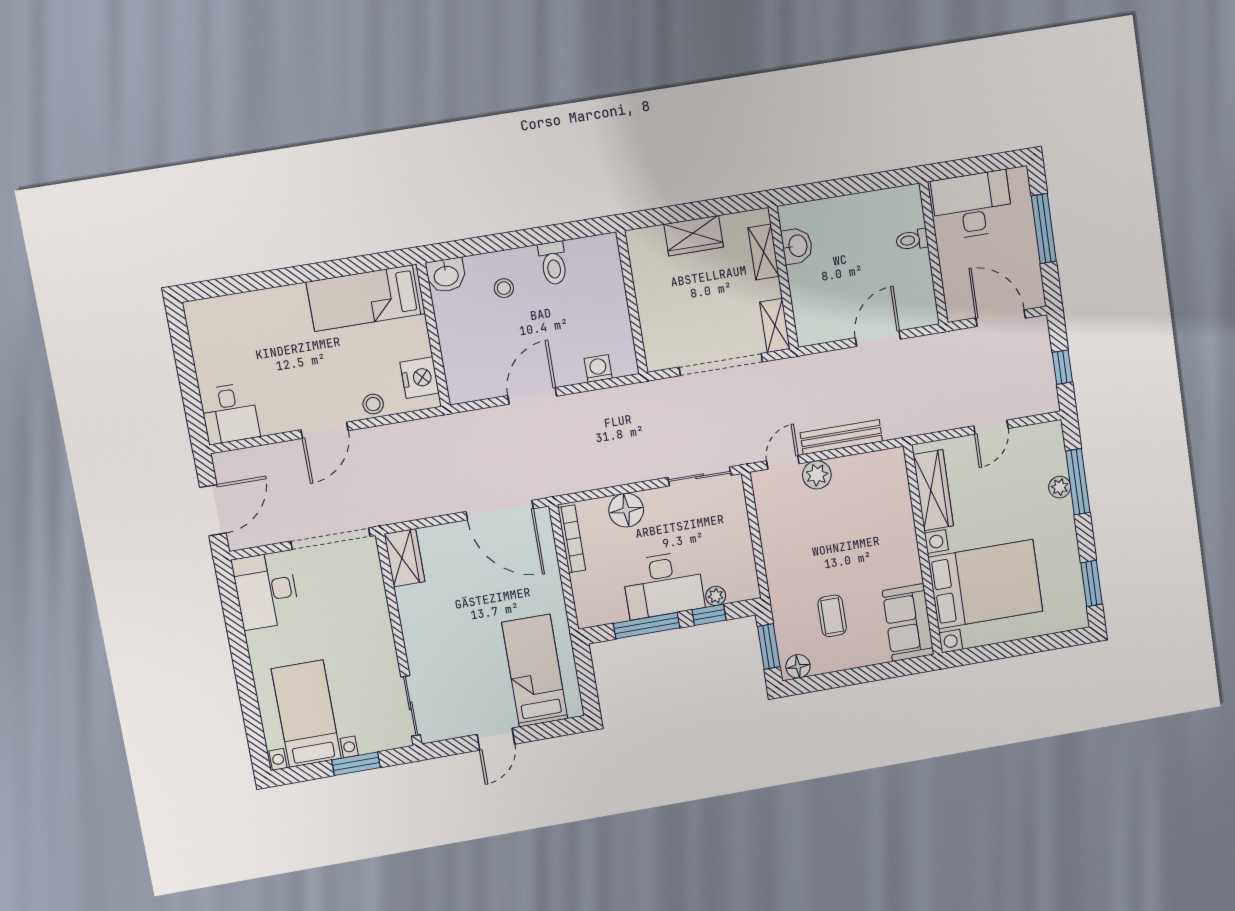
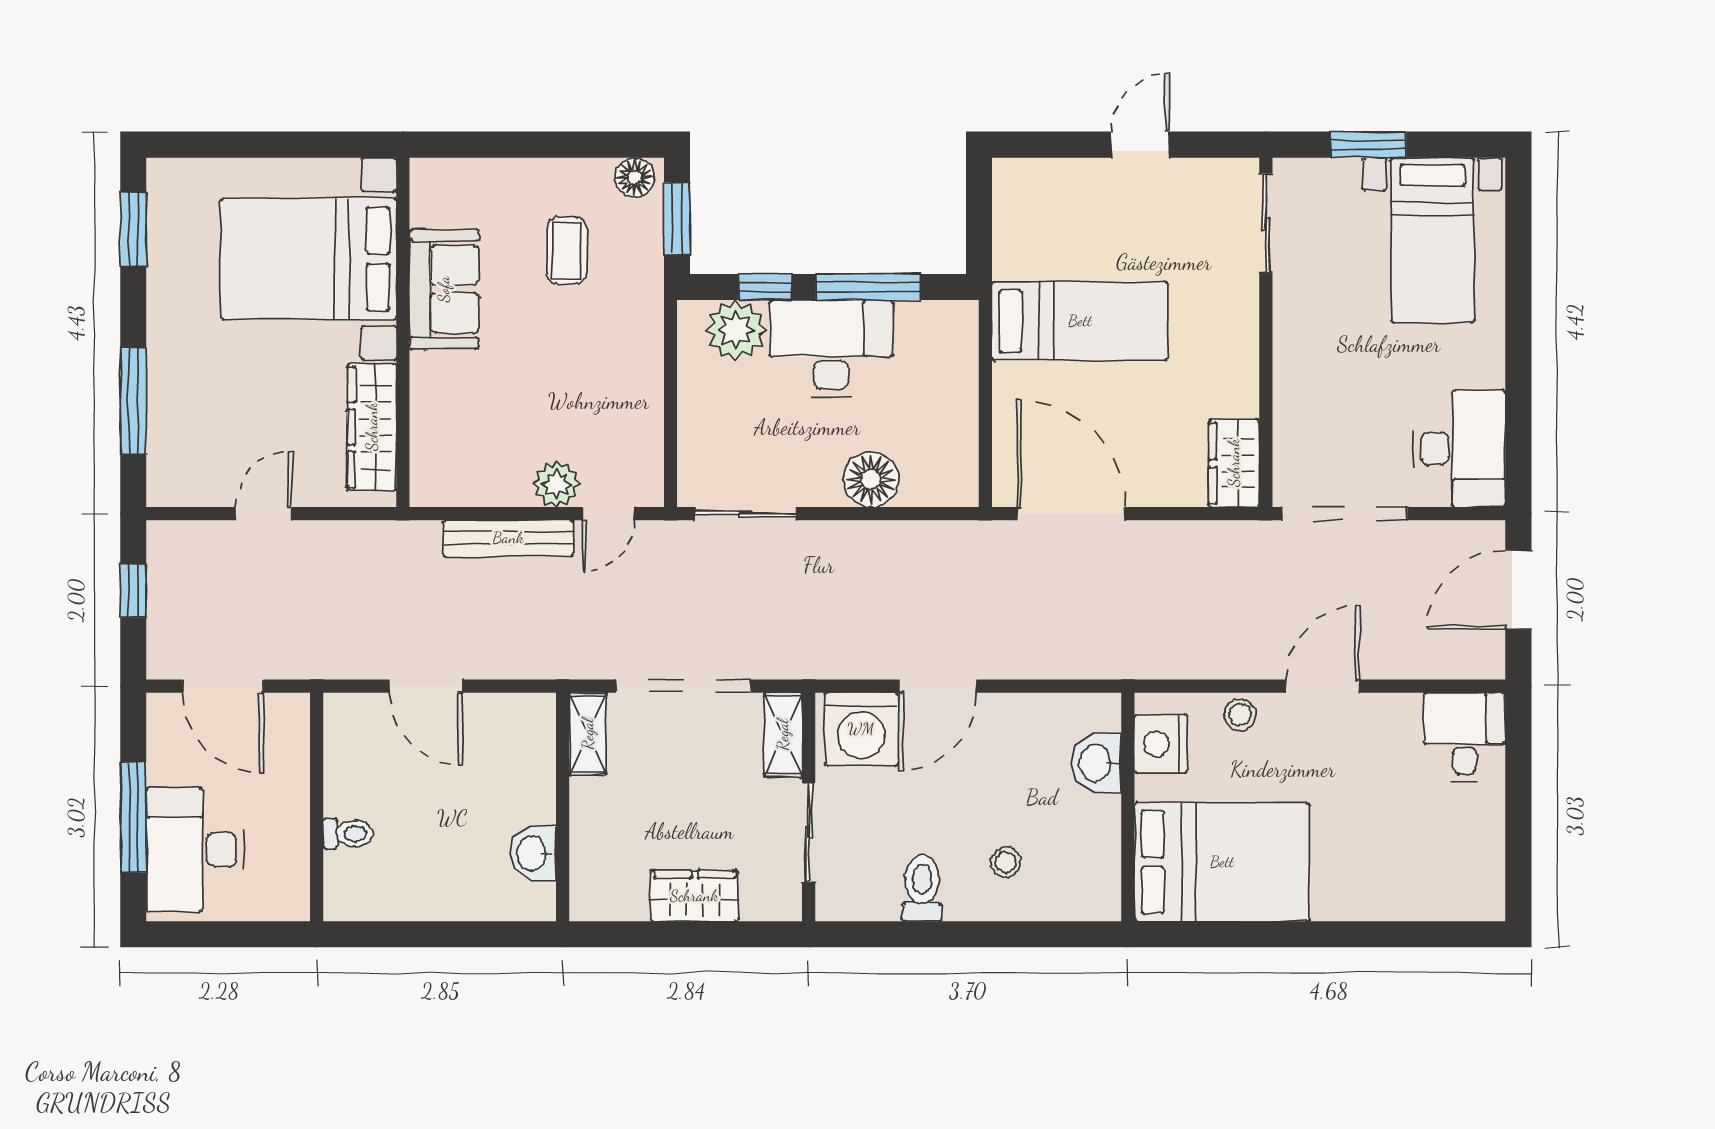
desk: (972, 205) -> (195, 850), moved, turned 90
shelving: (763, 252) -> (783, 735), moved
washbasin: (446, 275) -> (1097, 763), moved, turned -90
sliding door: (629, 287) -> (809, 833), added
bed: (366, 298) -> (1222, 862), width x1.50
door: (878, 338) -> (426, 686), hinge flipped
washing machine: (598, 368) -> (861, 729), width x1.89, depth x1.89
door: (532, 396) -> (938, 686), moved
plant: (1060, 487) -> (164, 397), removed
bookcase: (572, 539) -> (965, 448), removed
plant: (716, 596) -> (736, 330), width x1.88, depth x1.88
sofa: (908, 623) -> (444, 289), moved
bed: (535, 671) -> (1080, 321), moved, turned -90

